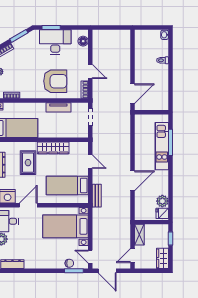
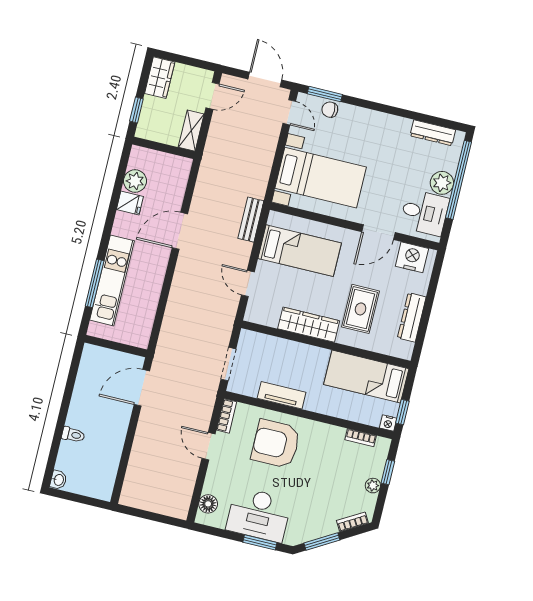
fridge: (162, 213) -> (130, 203), moved

